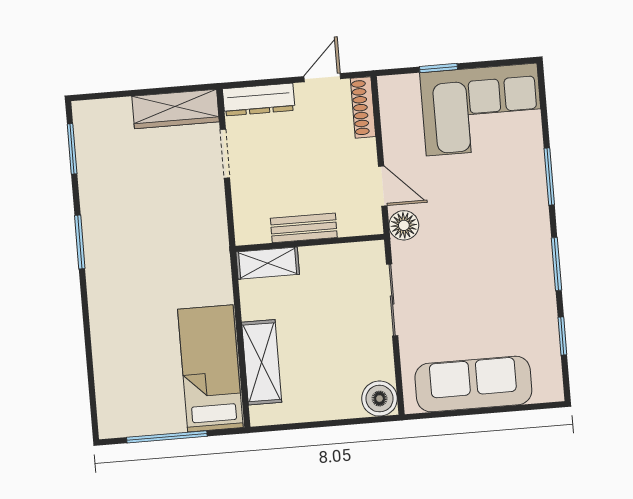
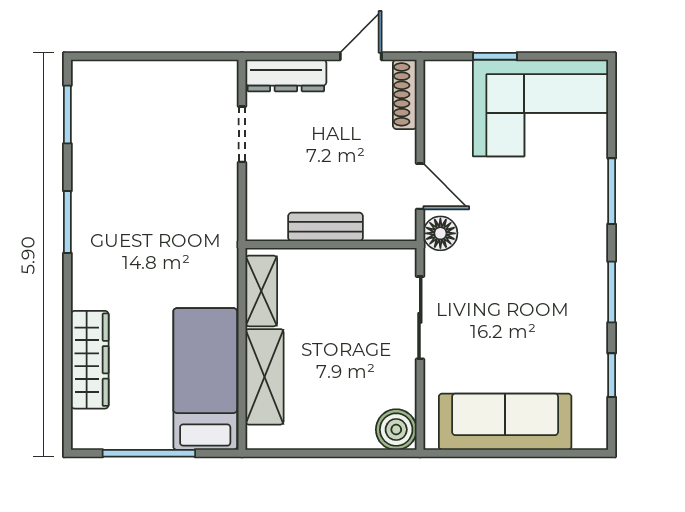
wardrobe: (176, 109) -> (90, 360), moved, turned -90
shelving: (268, 263) -> (261, 291), moved, turned 90

